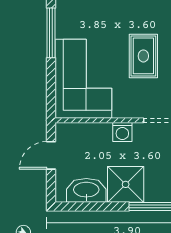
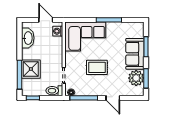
washing machine: (122, 132) -> (58, 31), moved
shower: (126, 184) -> (31, 69), moved

